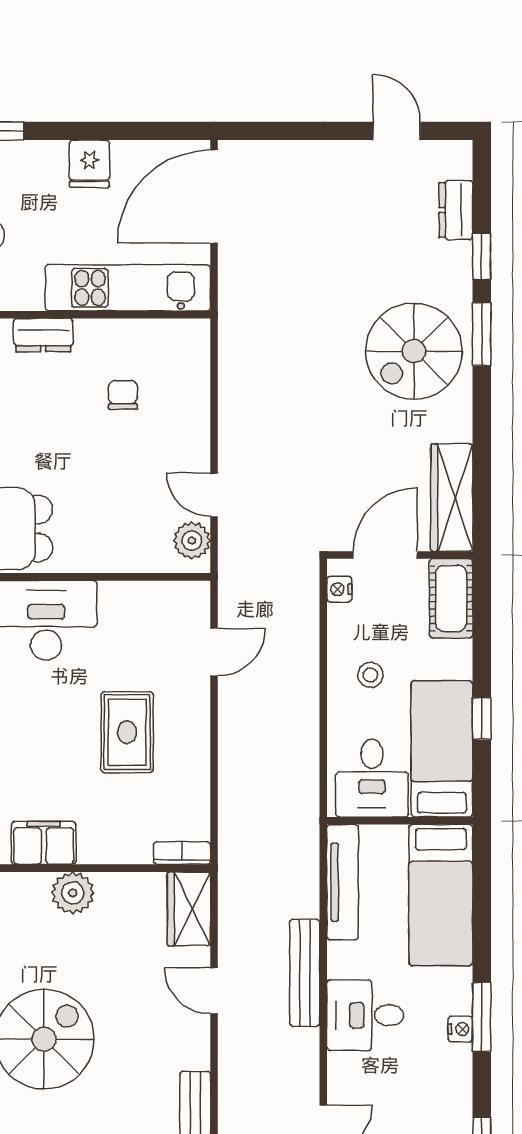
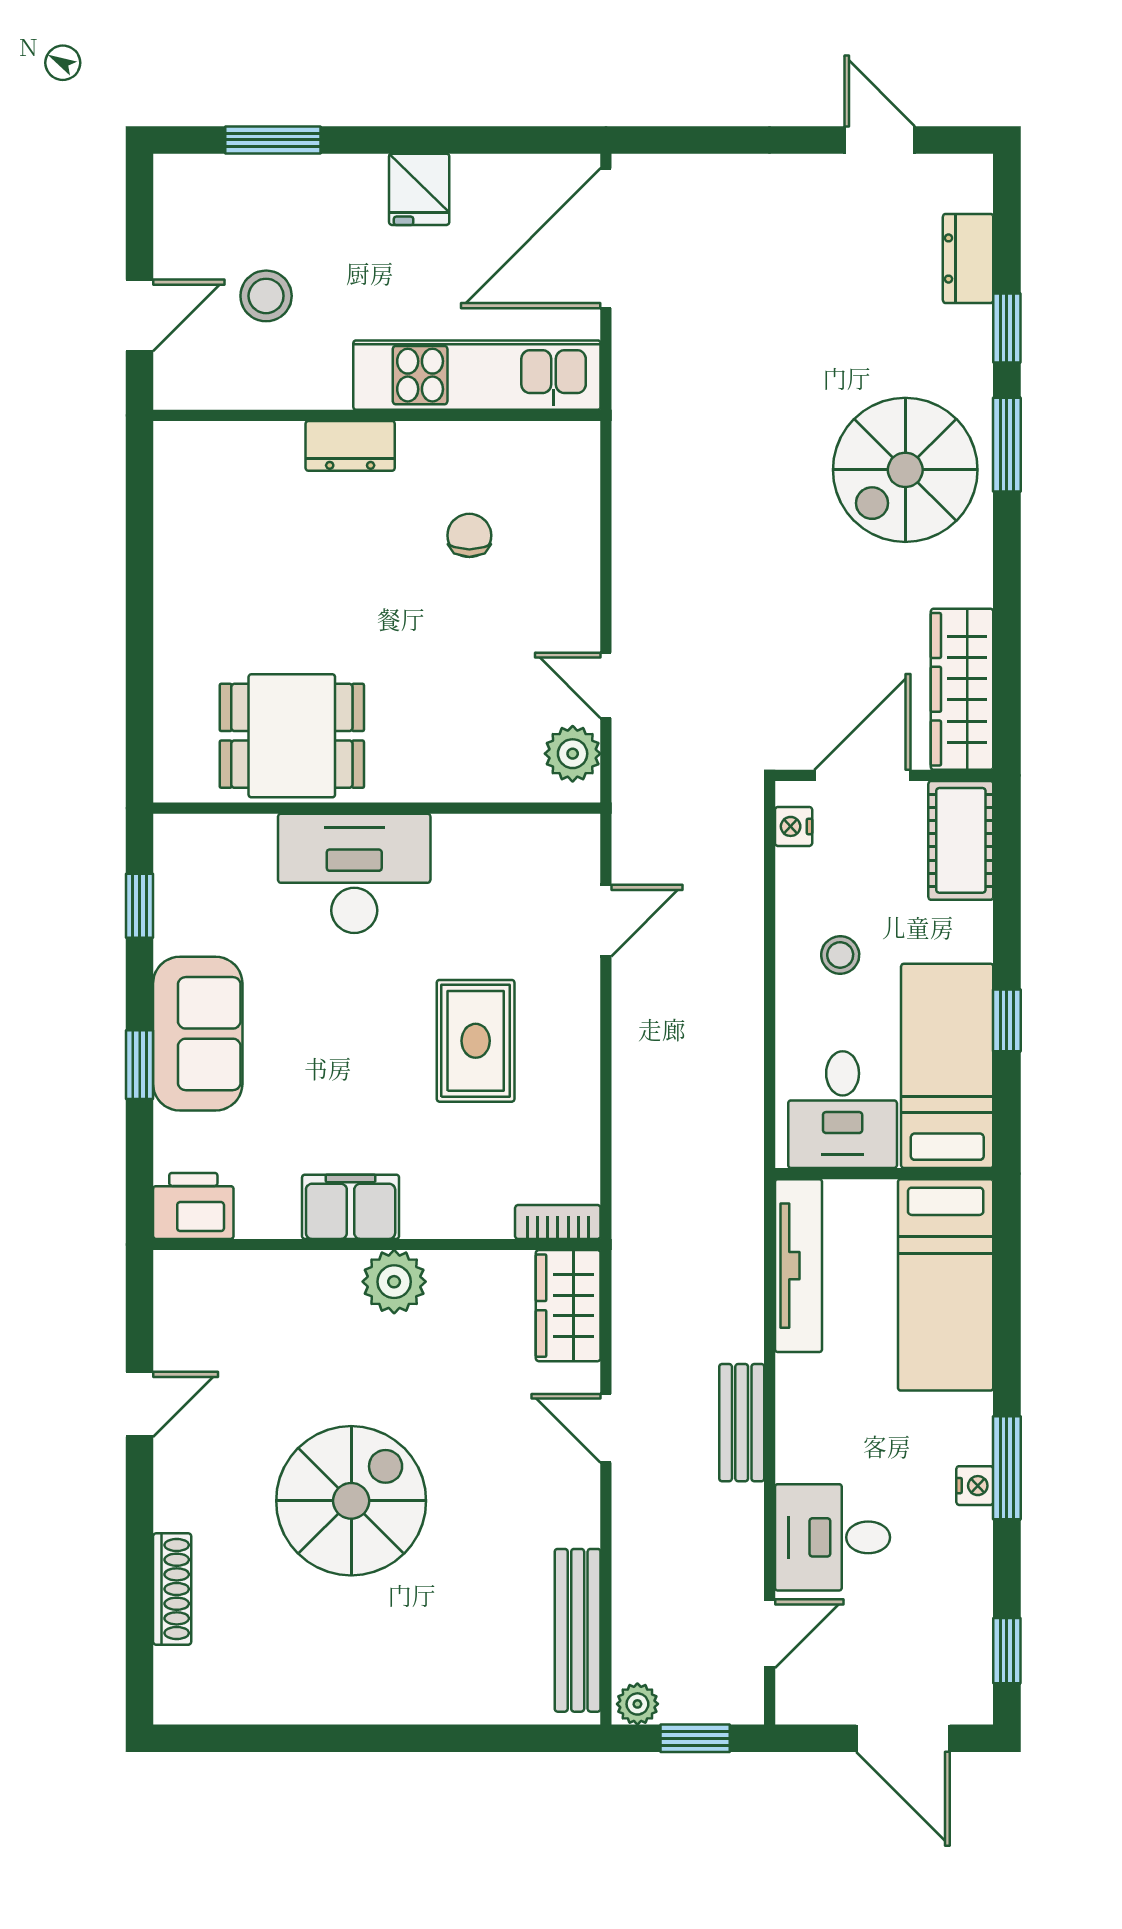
bench: (305, 973) -> (742, 1423), width x0.73
desk: (365, 1015) -> (832, 1537), moved

